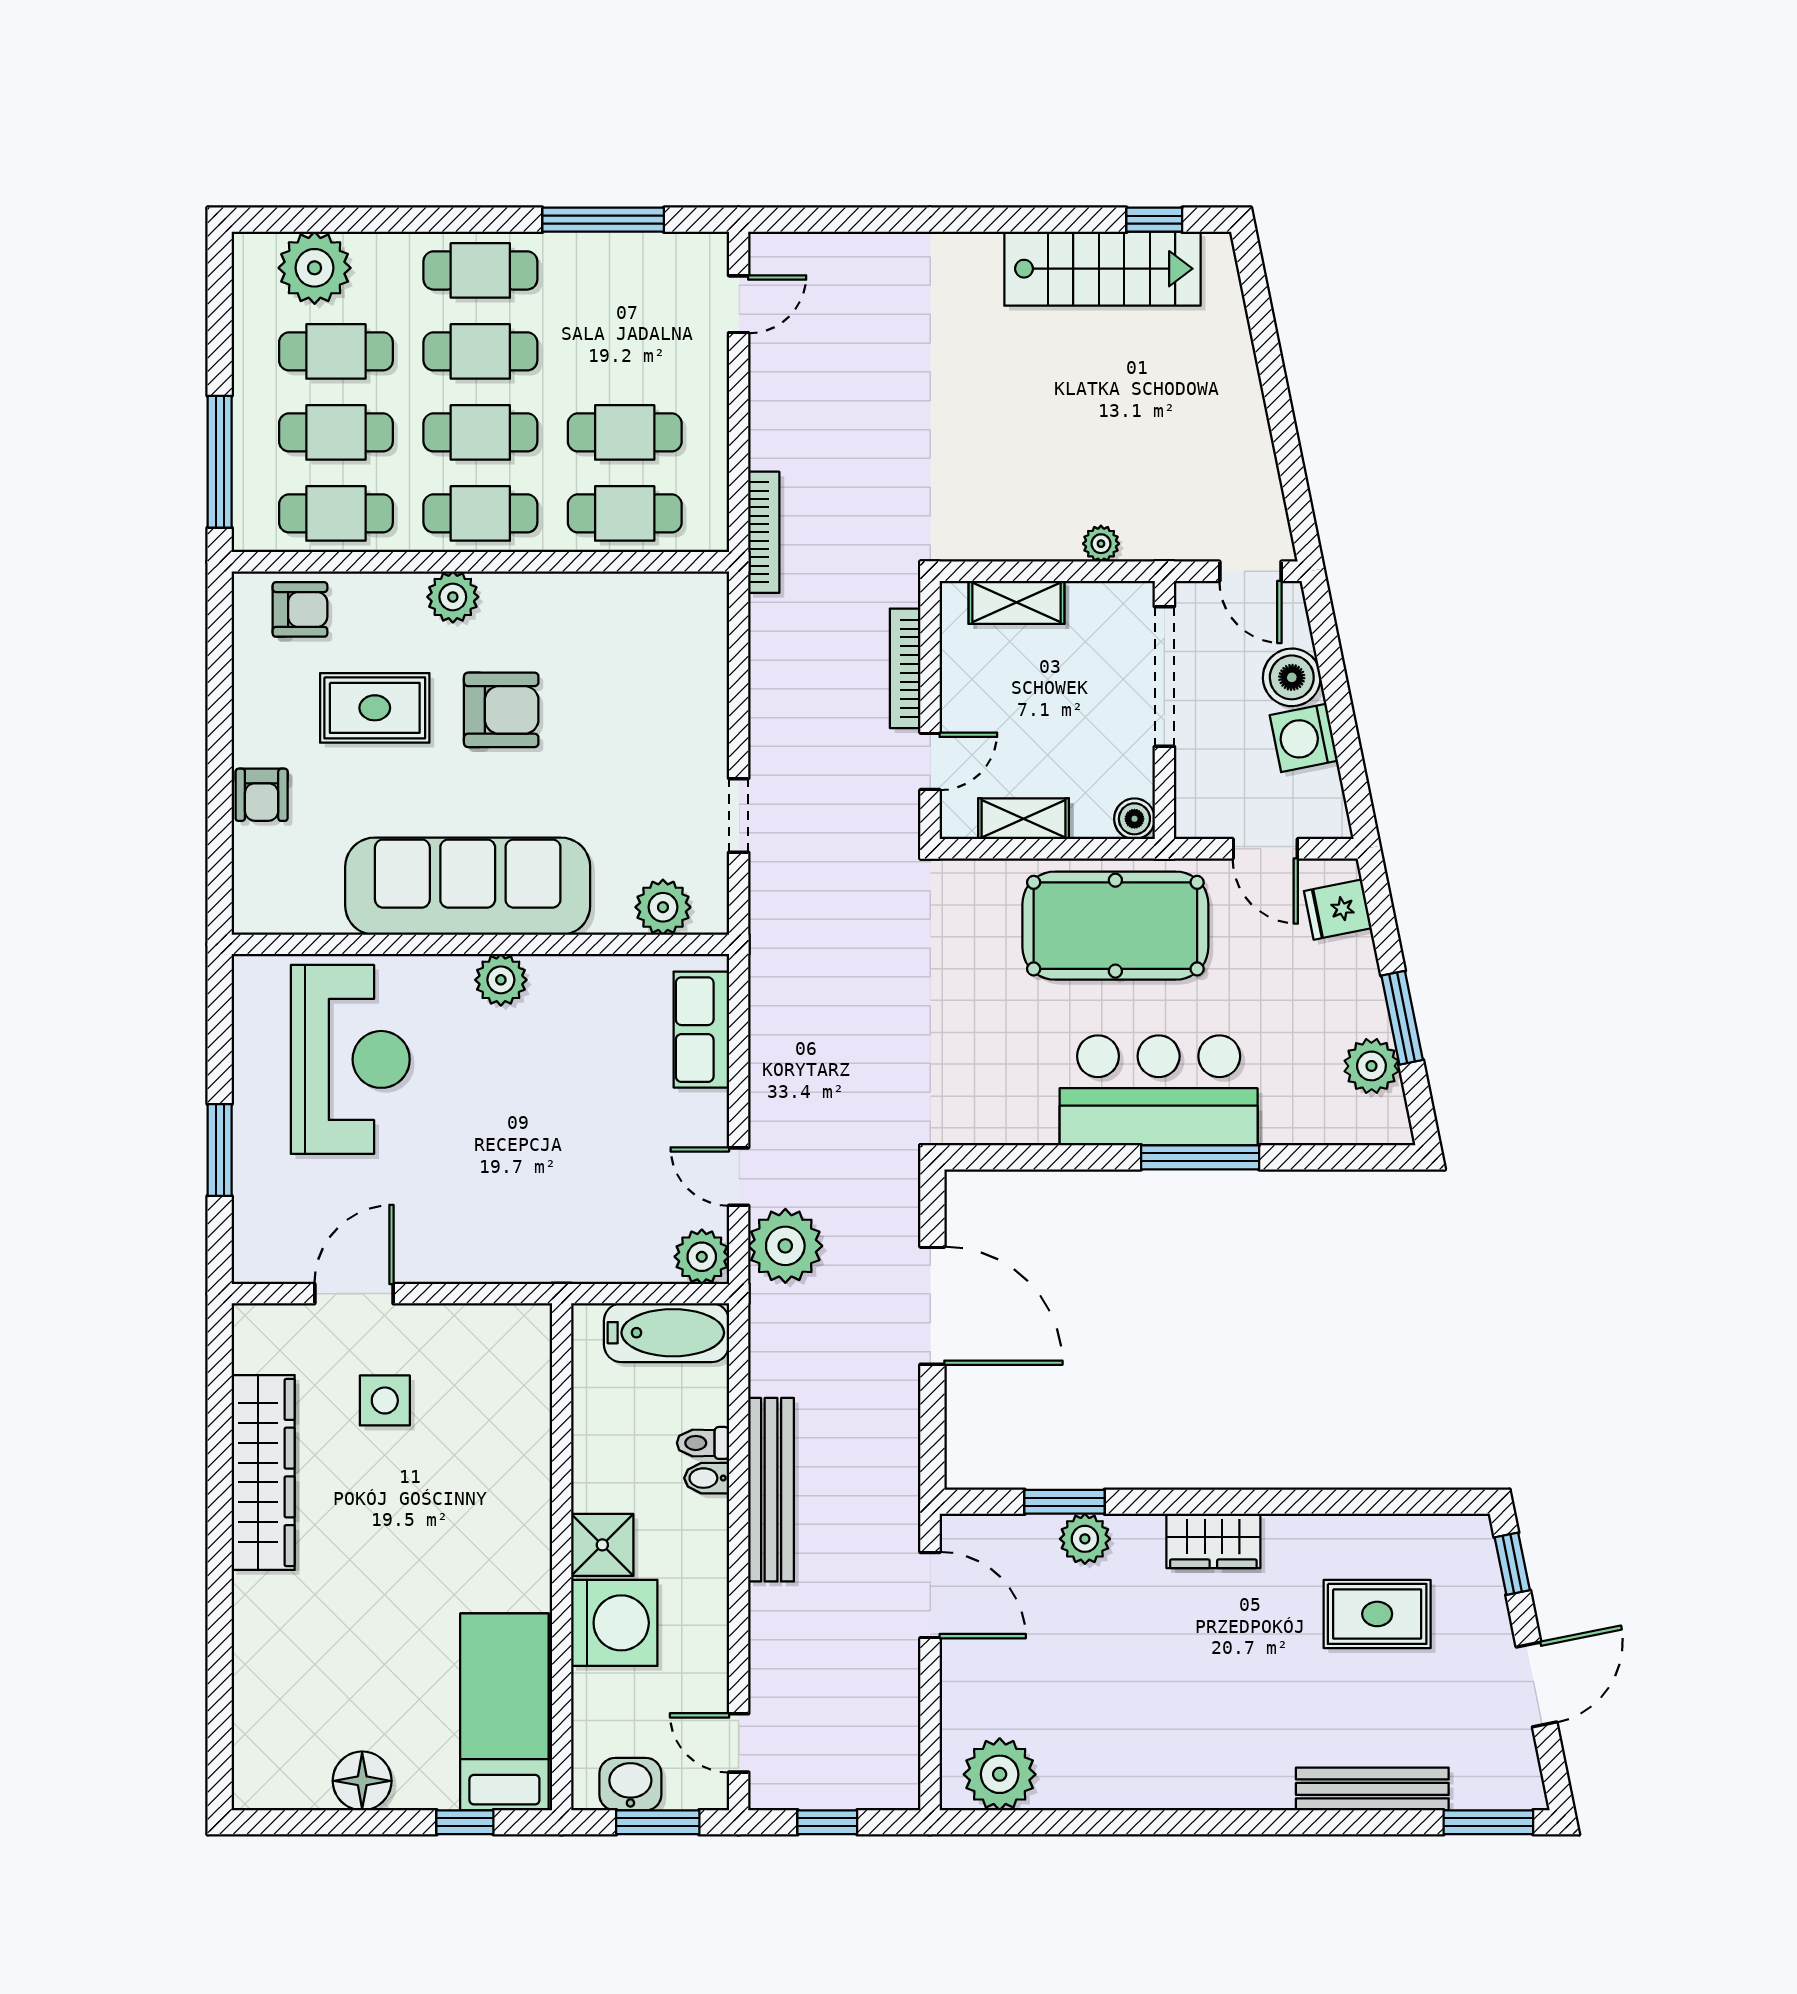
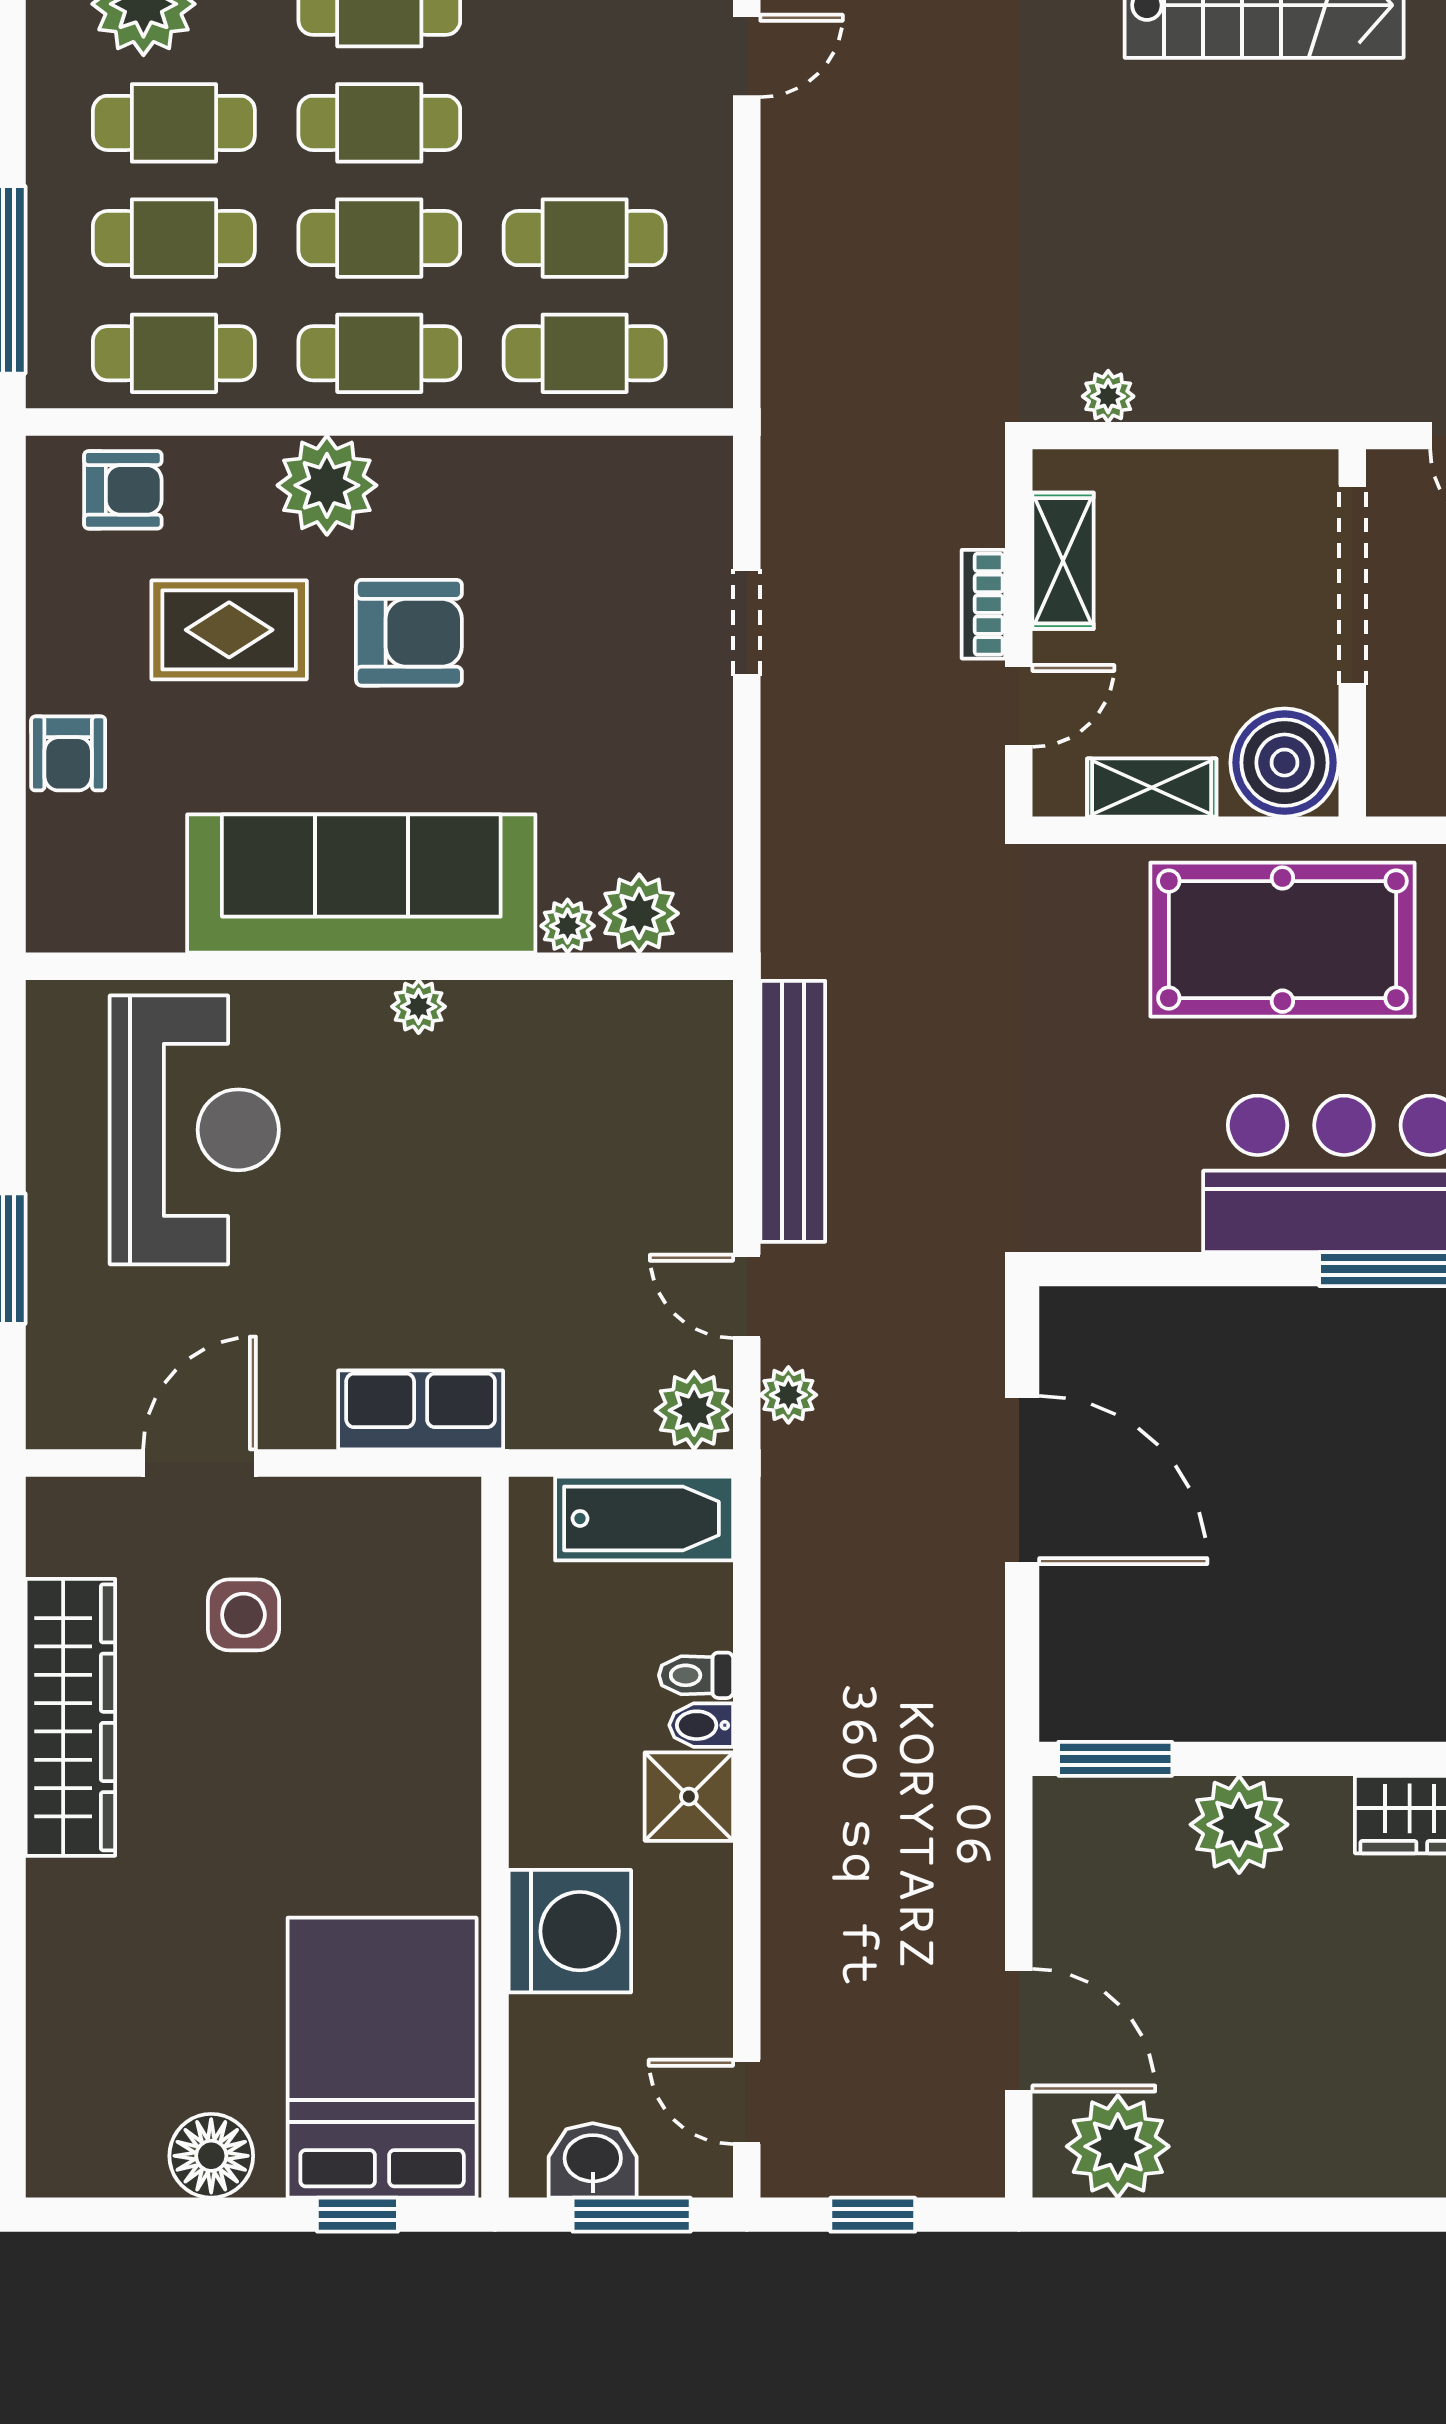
bookcase: (764, 532) -> (782, 380), removed
plant: (1101, 544) -> (1108, 396), moved
plant: (453, 597) -> (327, 485), width x1.36, depth x1.36
shelving: (1016, 602) -> (1063, 561), moved, turned 90
bookcase: (905, 668) -> (983, 604), width x0.64
doorway: (739, 815) -> (747, 622), moved
boiler: (1134, 819) -> (1285, 763), width x1.86, depth x1.86
plant: (613, 916) -> (568, 926), added
plant: (501, 980) -> (419, 1007), width x0.73, depth x0.73
row of seats: (701, 1030) -> (421, 1410), moved, turned 90
plant: (785, 1246) -> (788, 1395), width x0.53, depth x0.53
bench: (771, 1490) -> (793, 1111), moved
window: (1065, 1502) -> (1115, 1759), moved
plant: (1085, 1539) -> (1239, 1825), width x1.36, depth x1.36
shower: (602, 1545) -> (689, 1797), moved
door: (930, 1595) -> (1019, 2030), moved
bed: (504, 1712) -> (382, 2058), width x1.50

